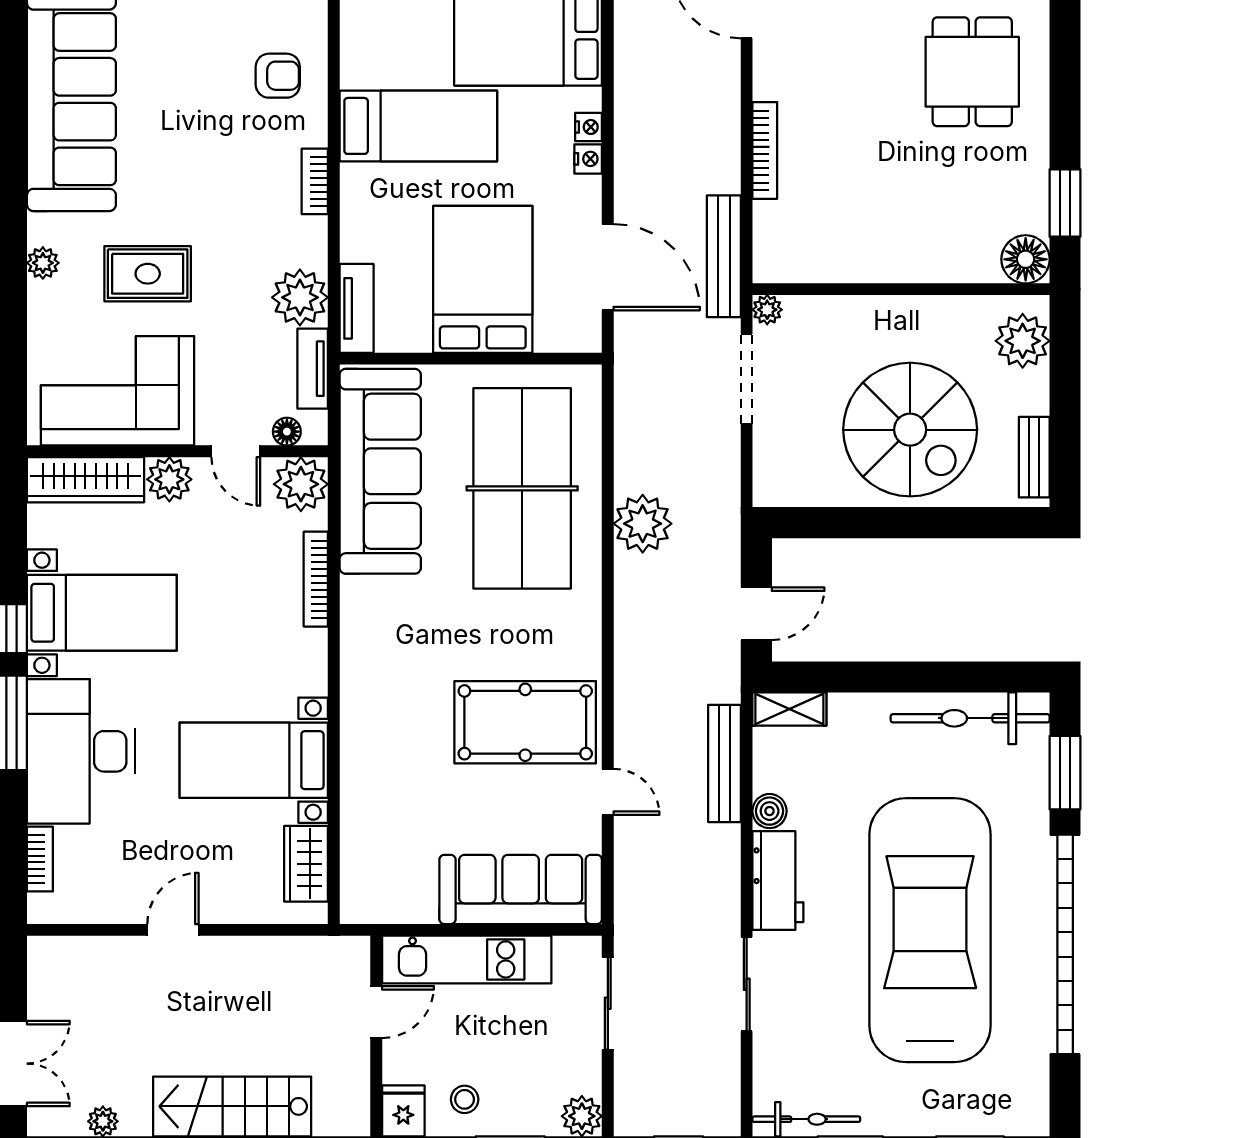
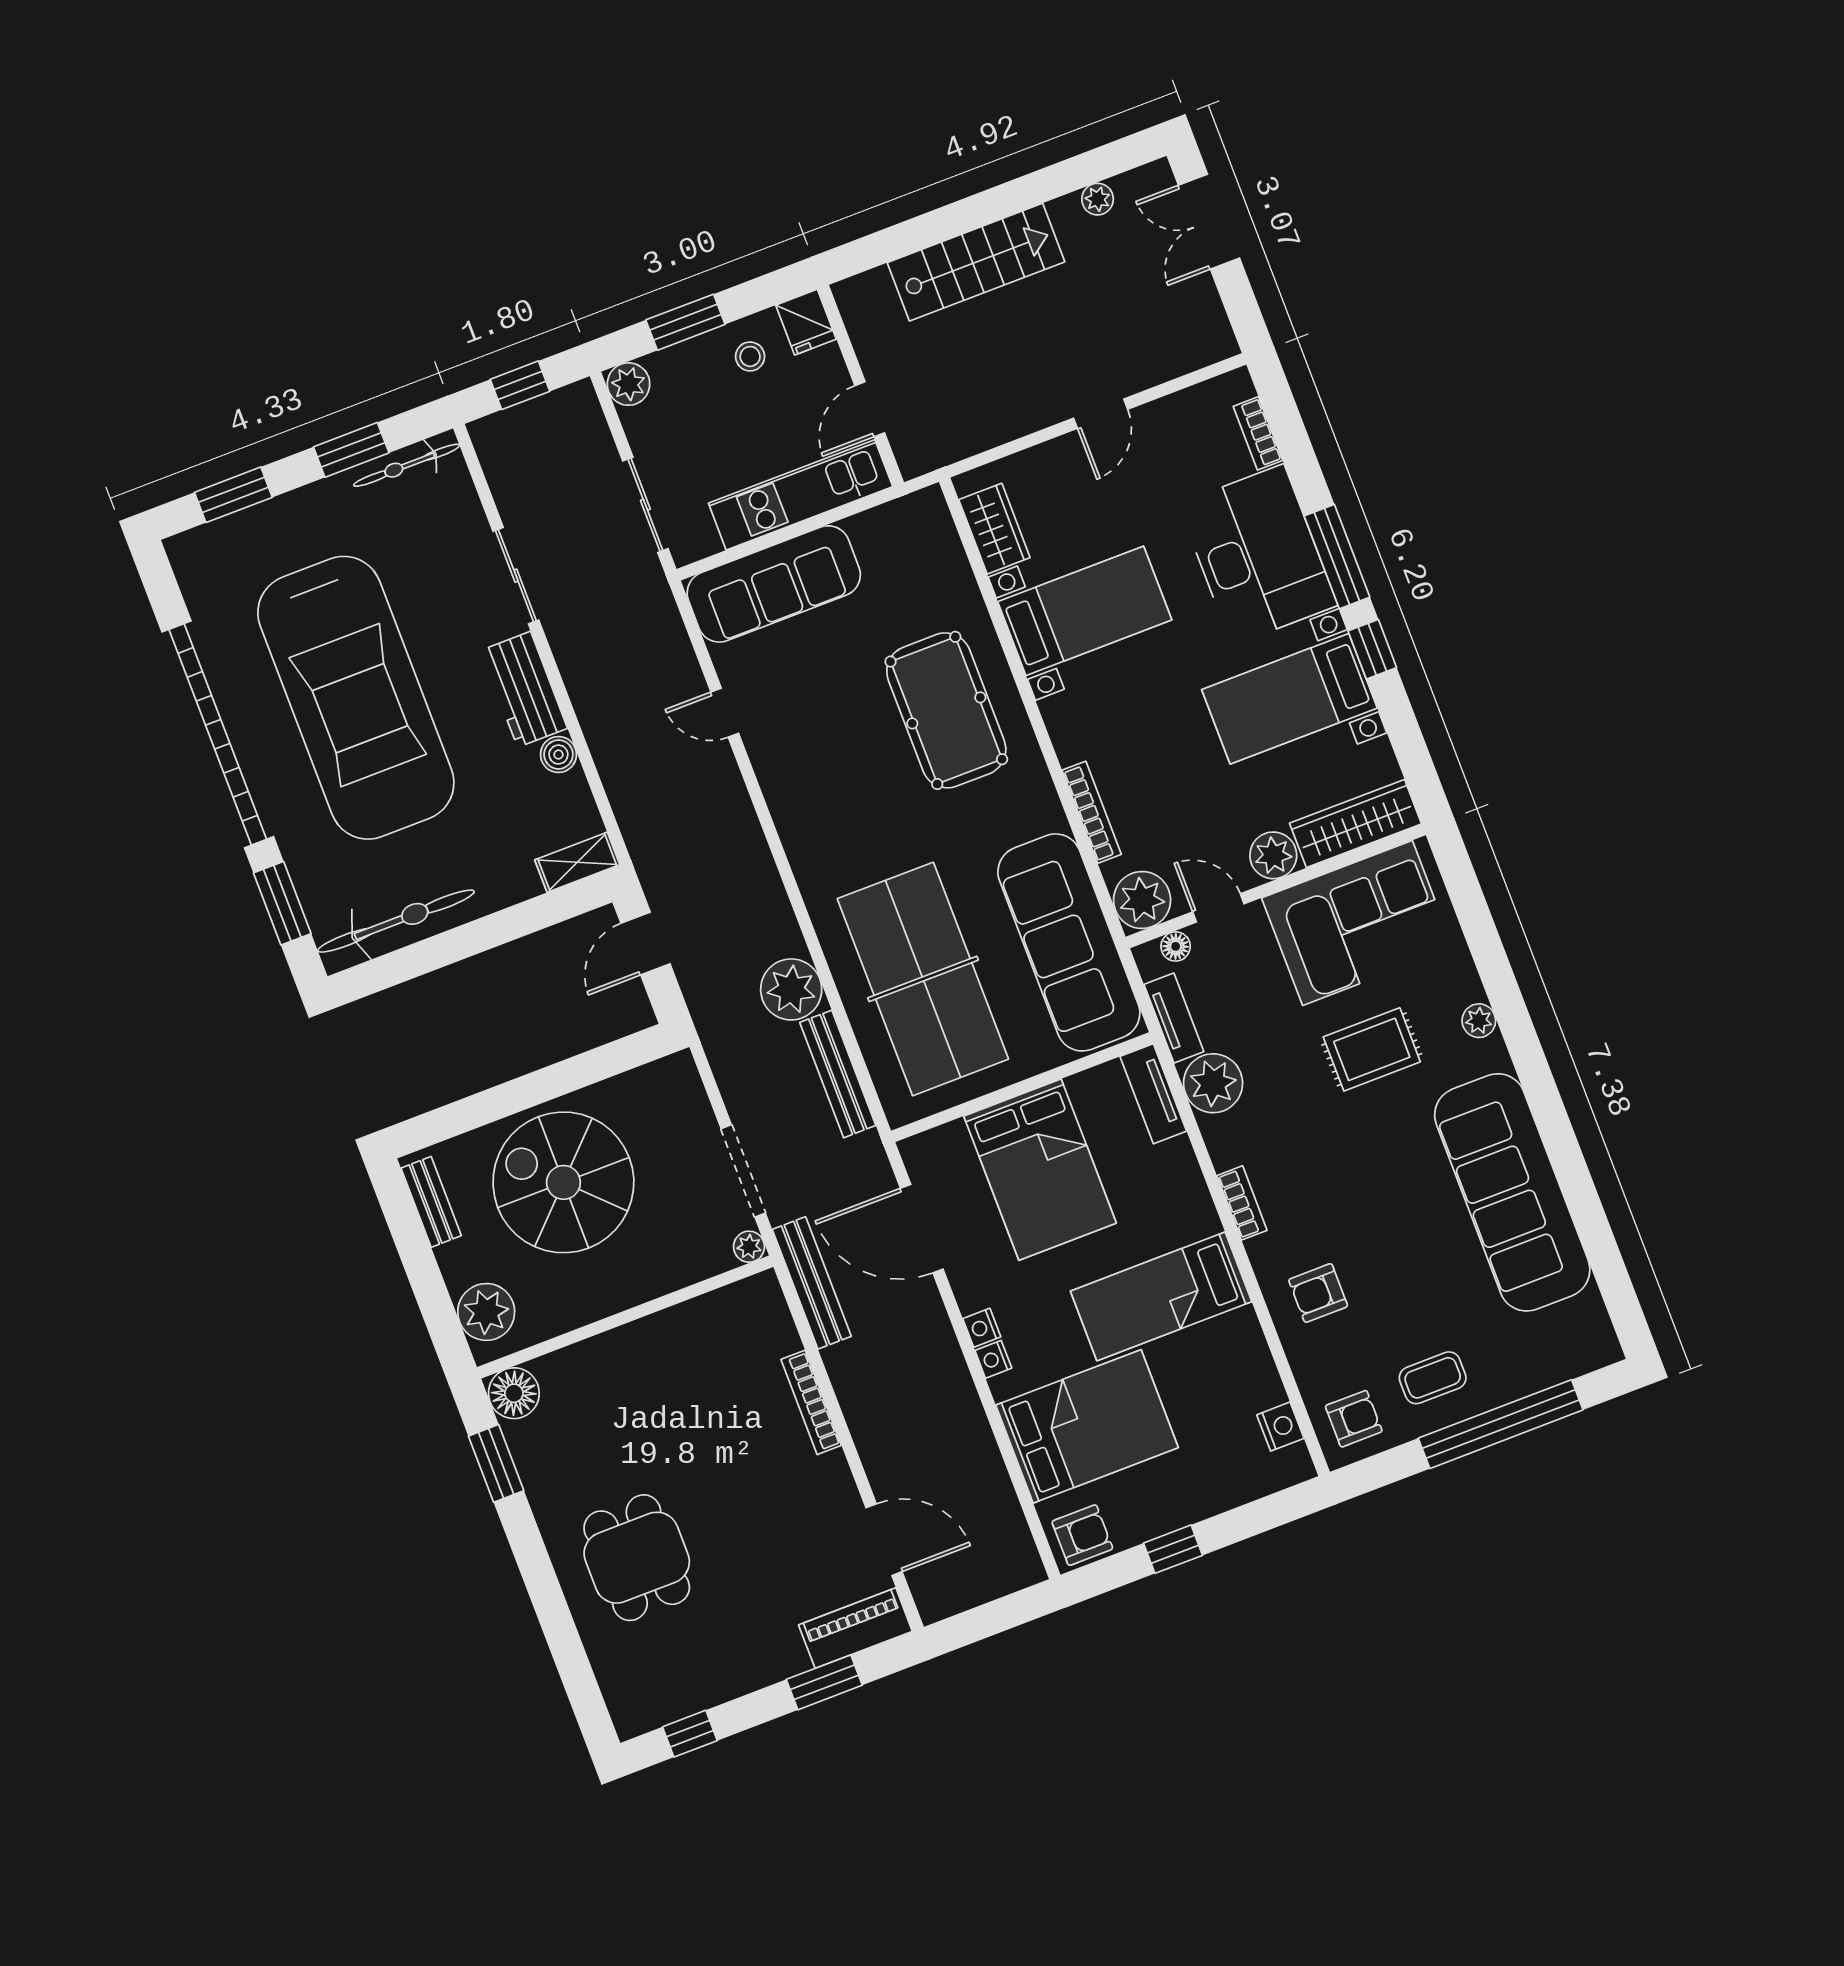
pool table: (525, 722) -> (946, 710), moved, turned 90
bench: (724, 763) -> (838, 1074), moved

